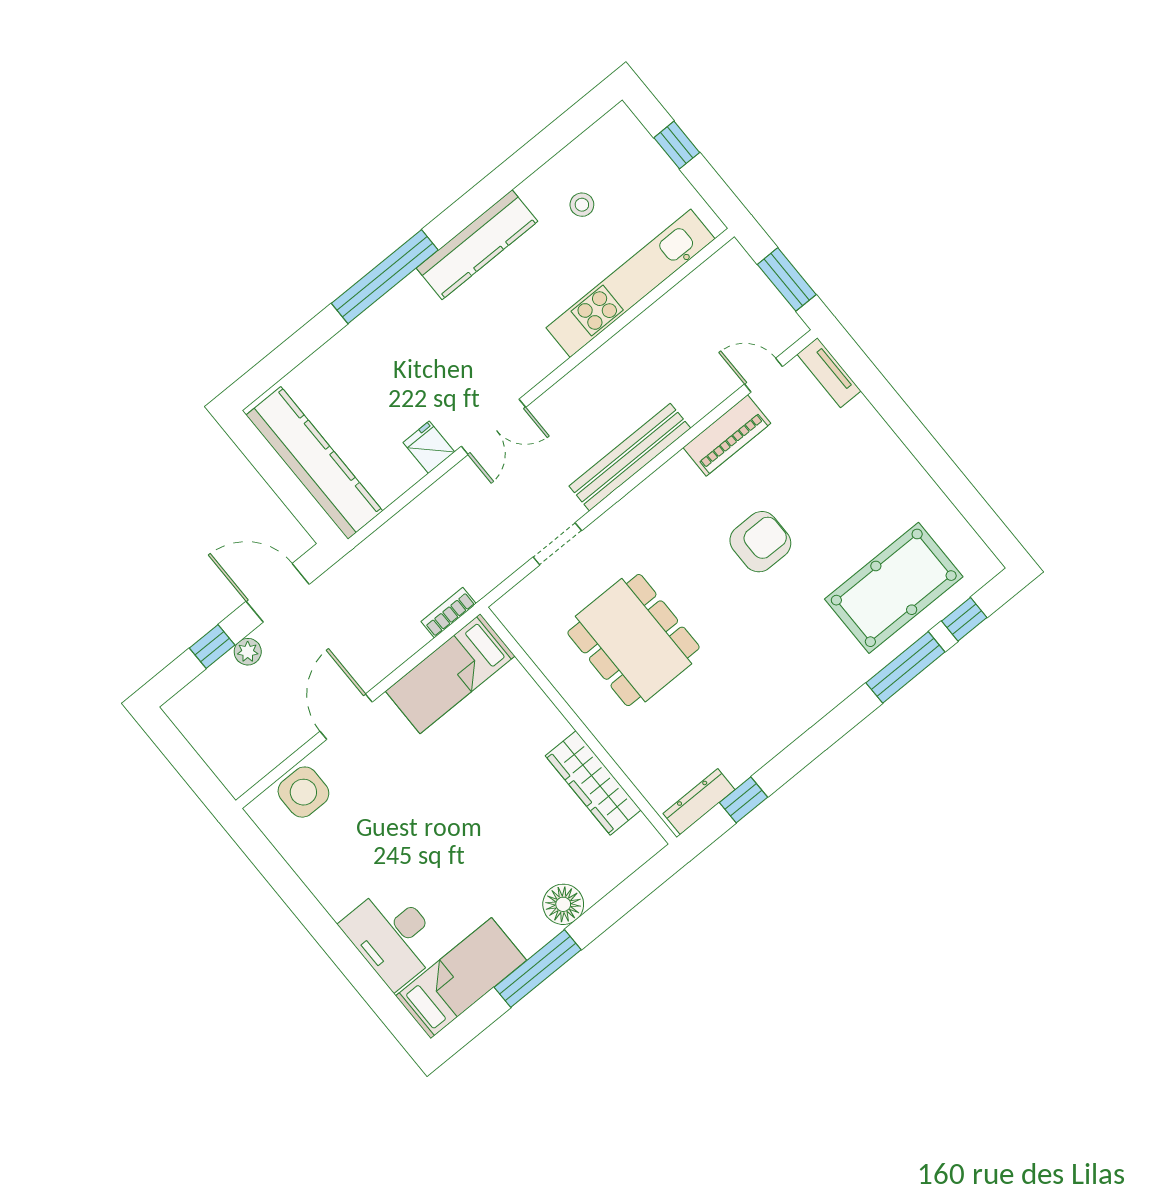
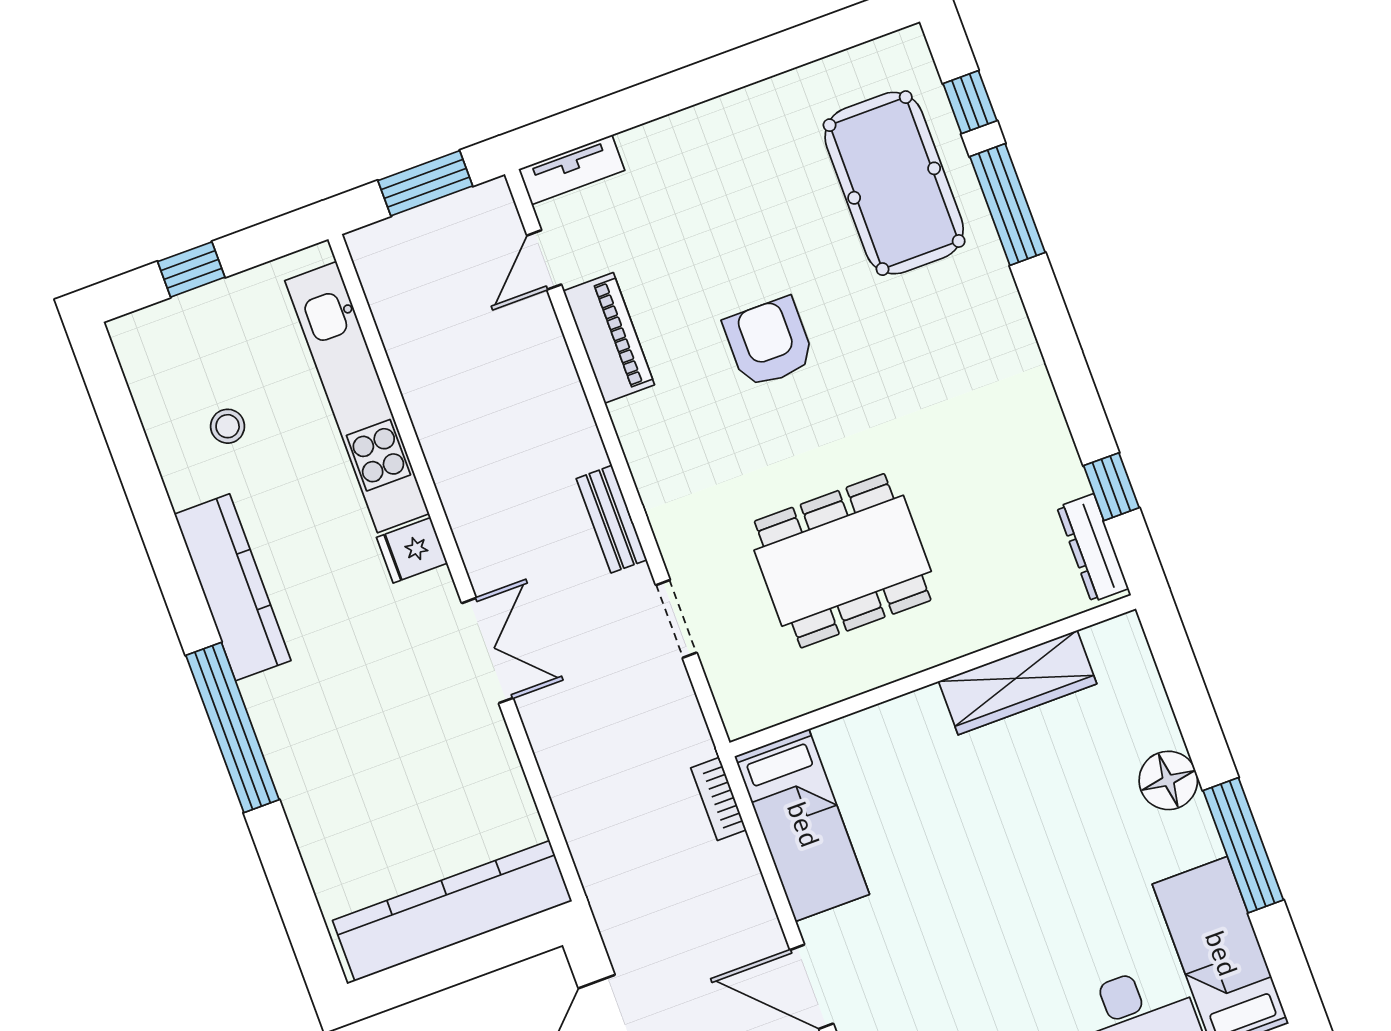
fridge: (429, 447) -> (412, 550), moved
bench: (630, 457) -> (612, 519), width x0.54, depth x0.82

